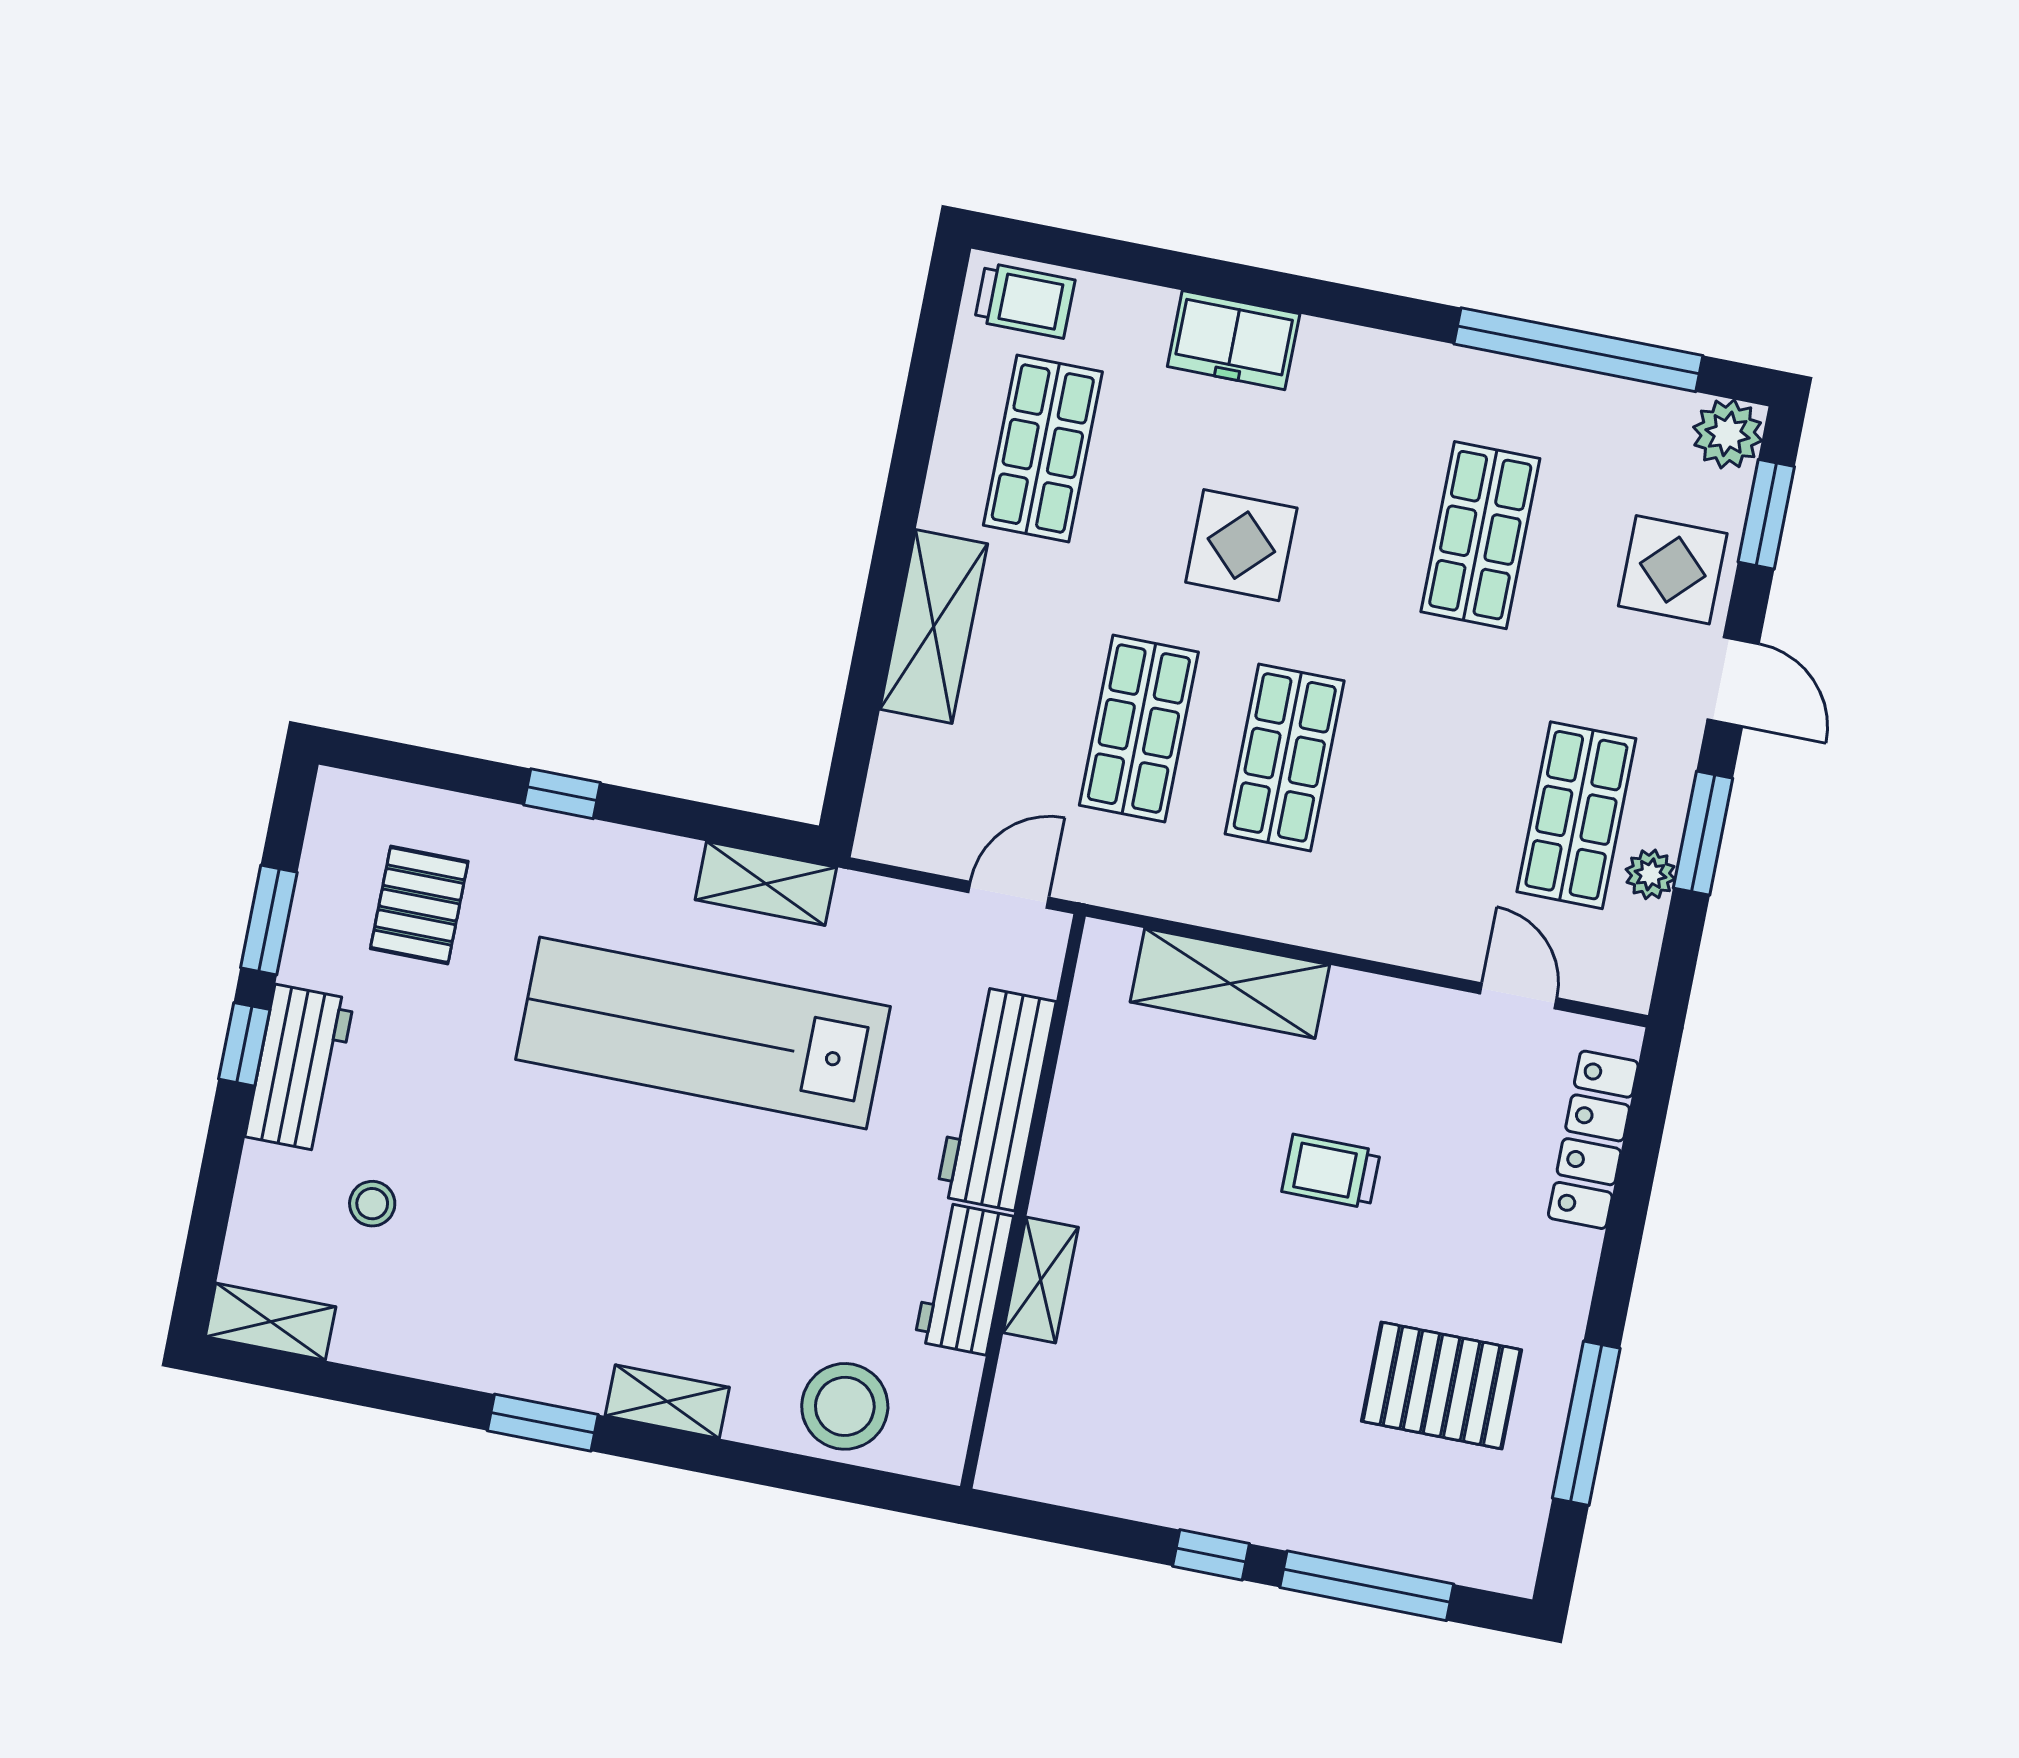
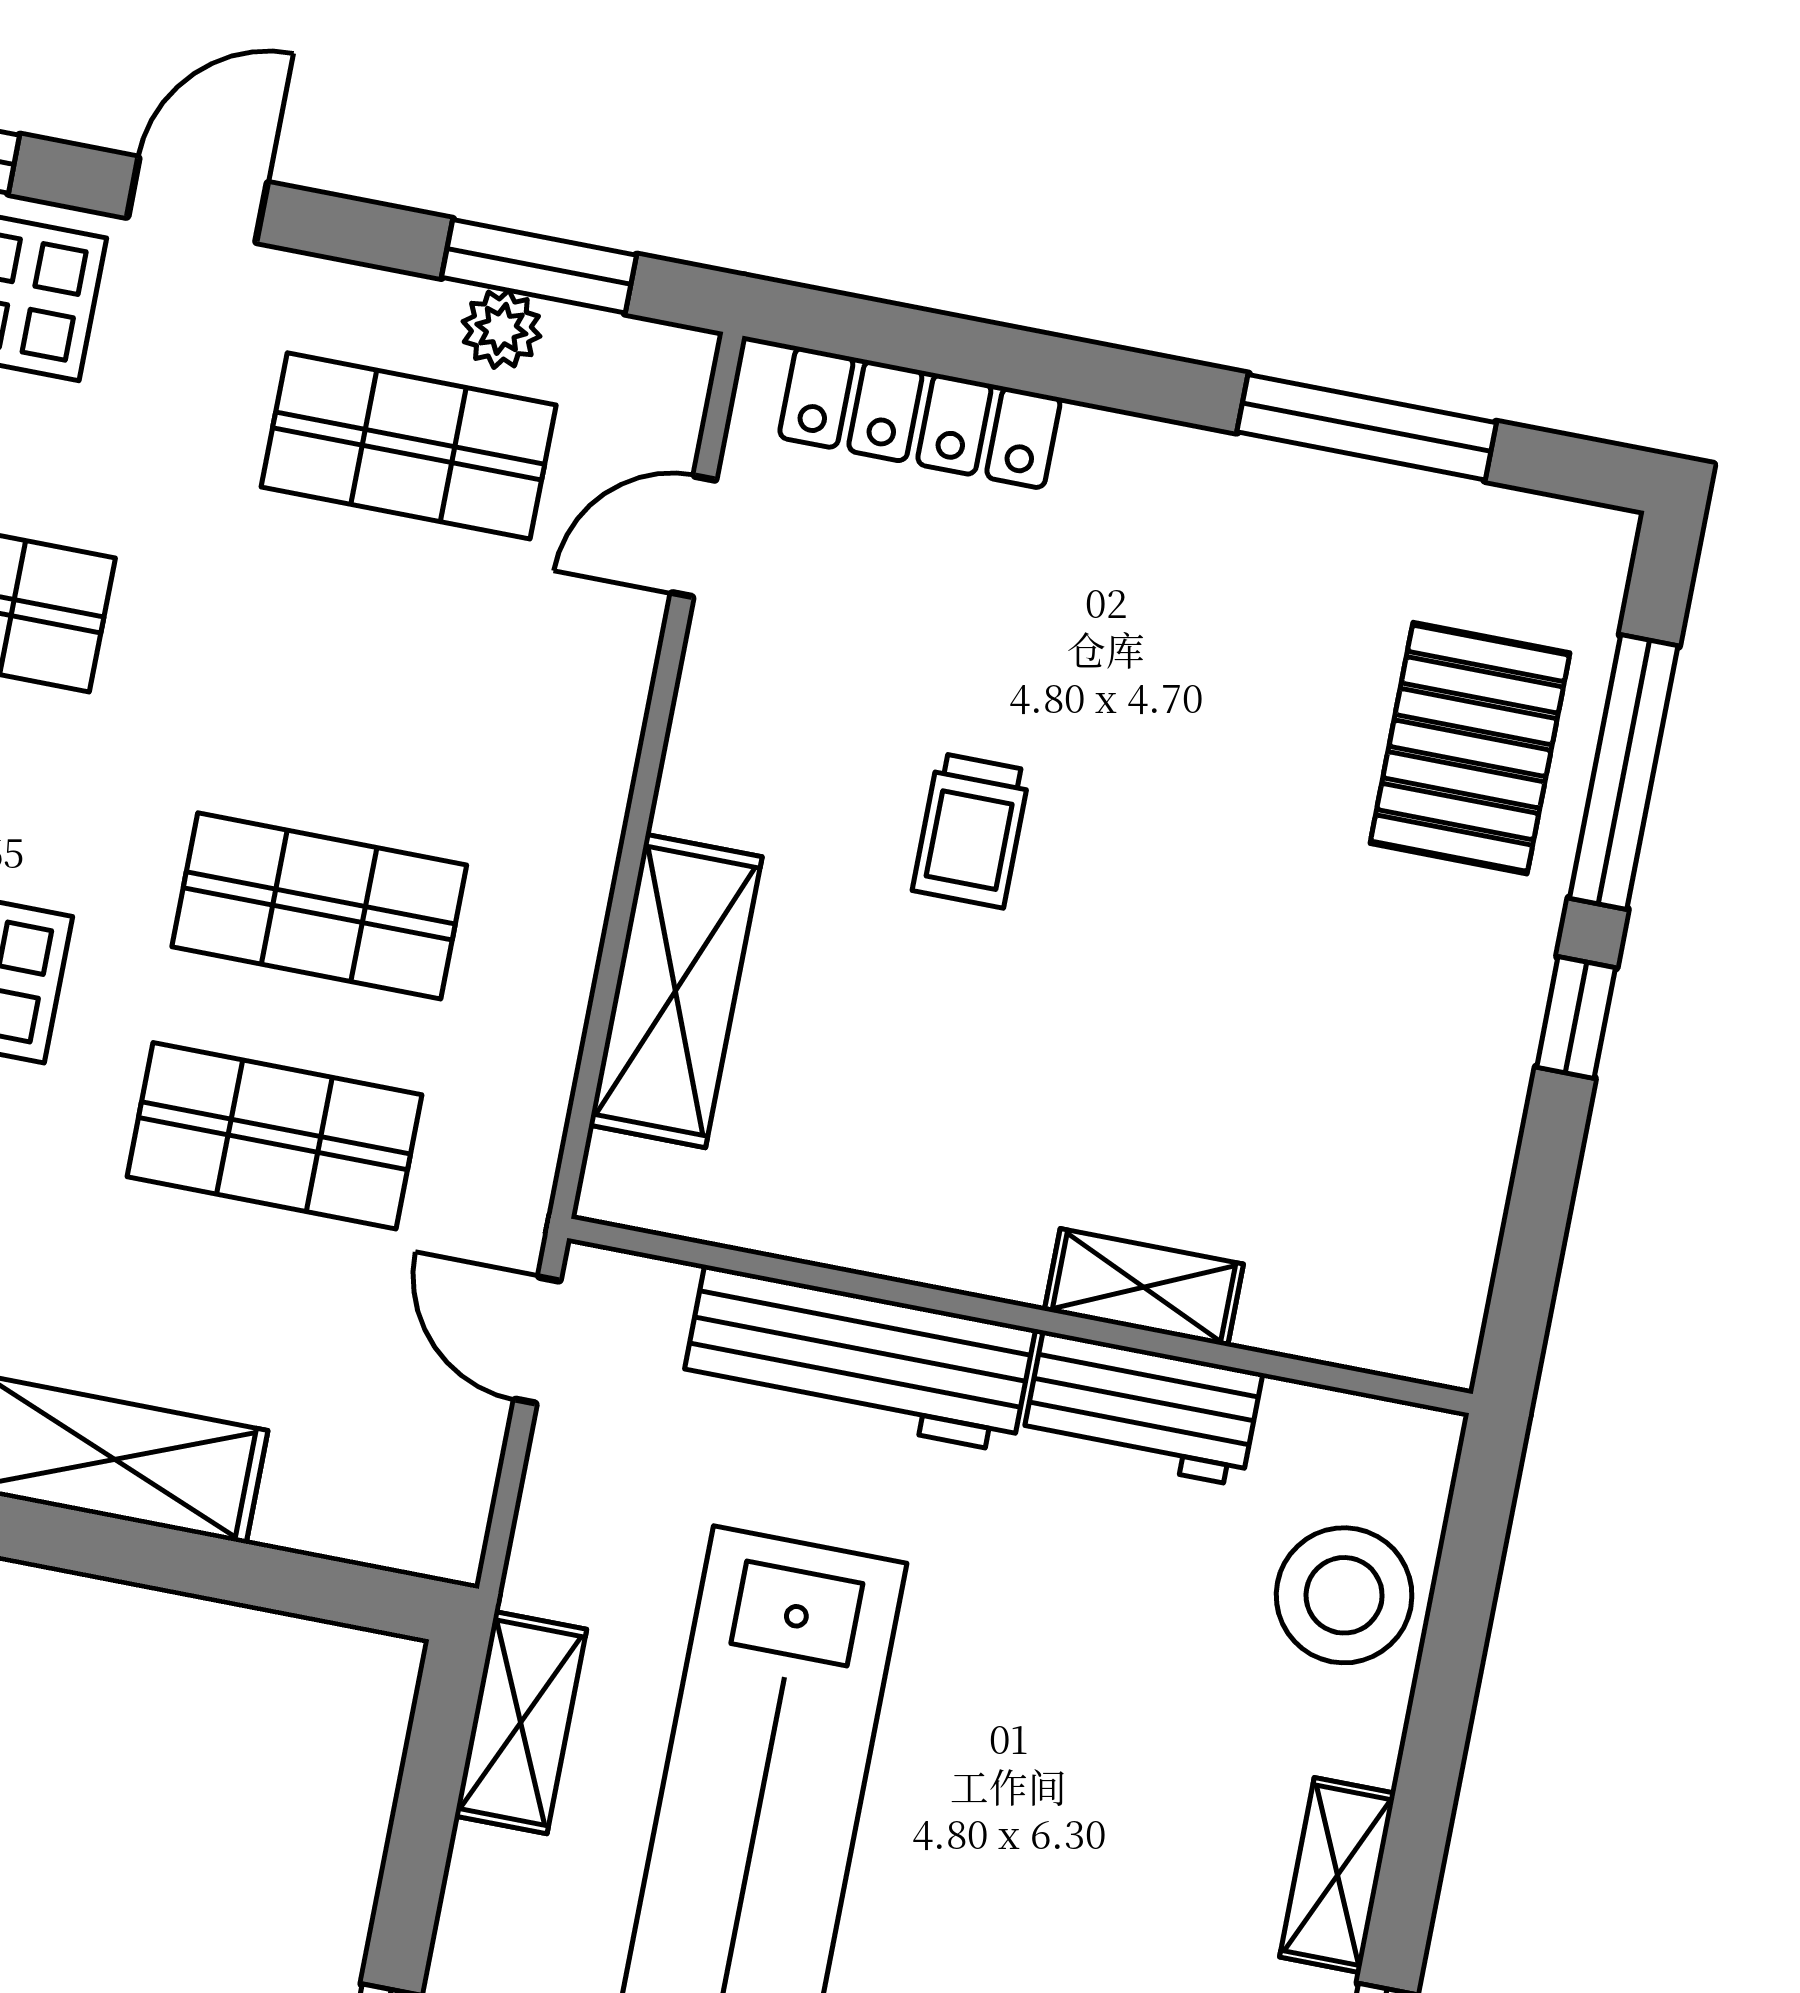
window: (1703, 833) -> (539, 266), moved
pallet: (1442, 1385) -> (1470, 748), moved

